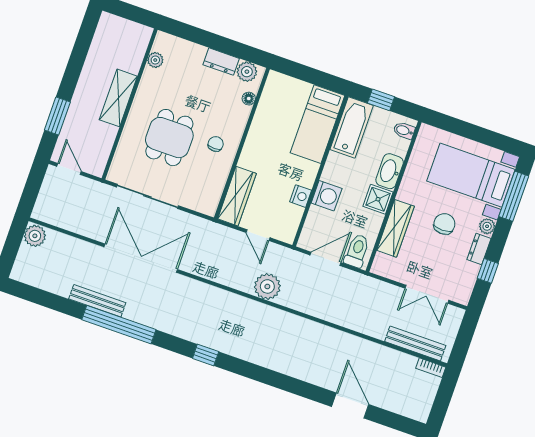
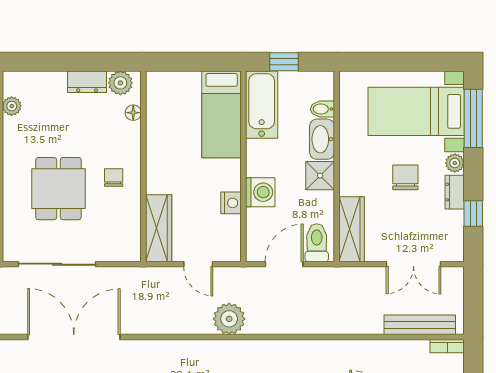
bidet: (404, 131) -> (322, 109), moved
wardrobe: (396, 228) -> (352, 229), moved

